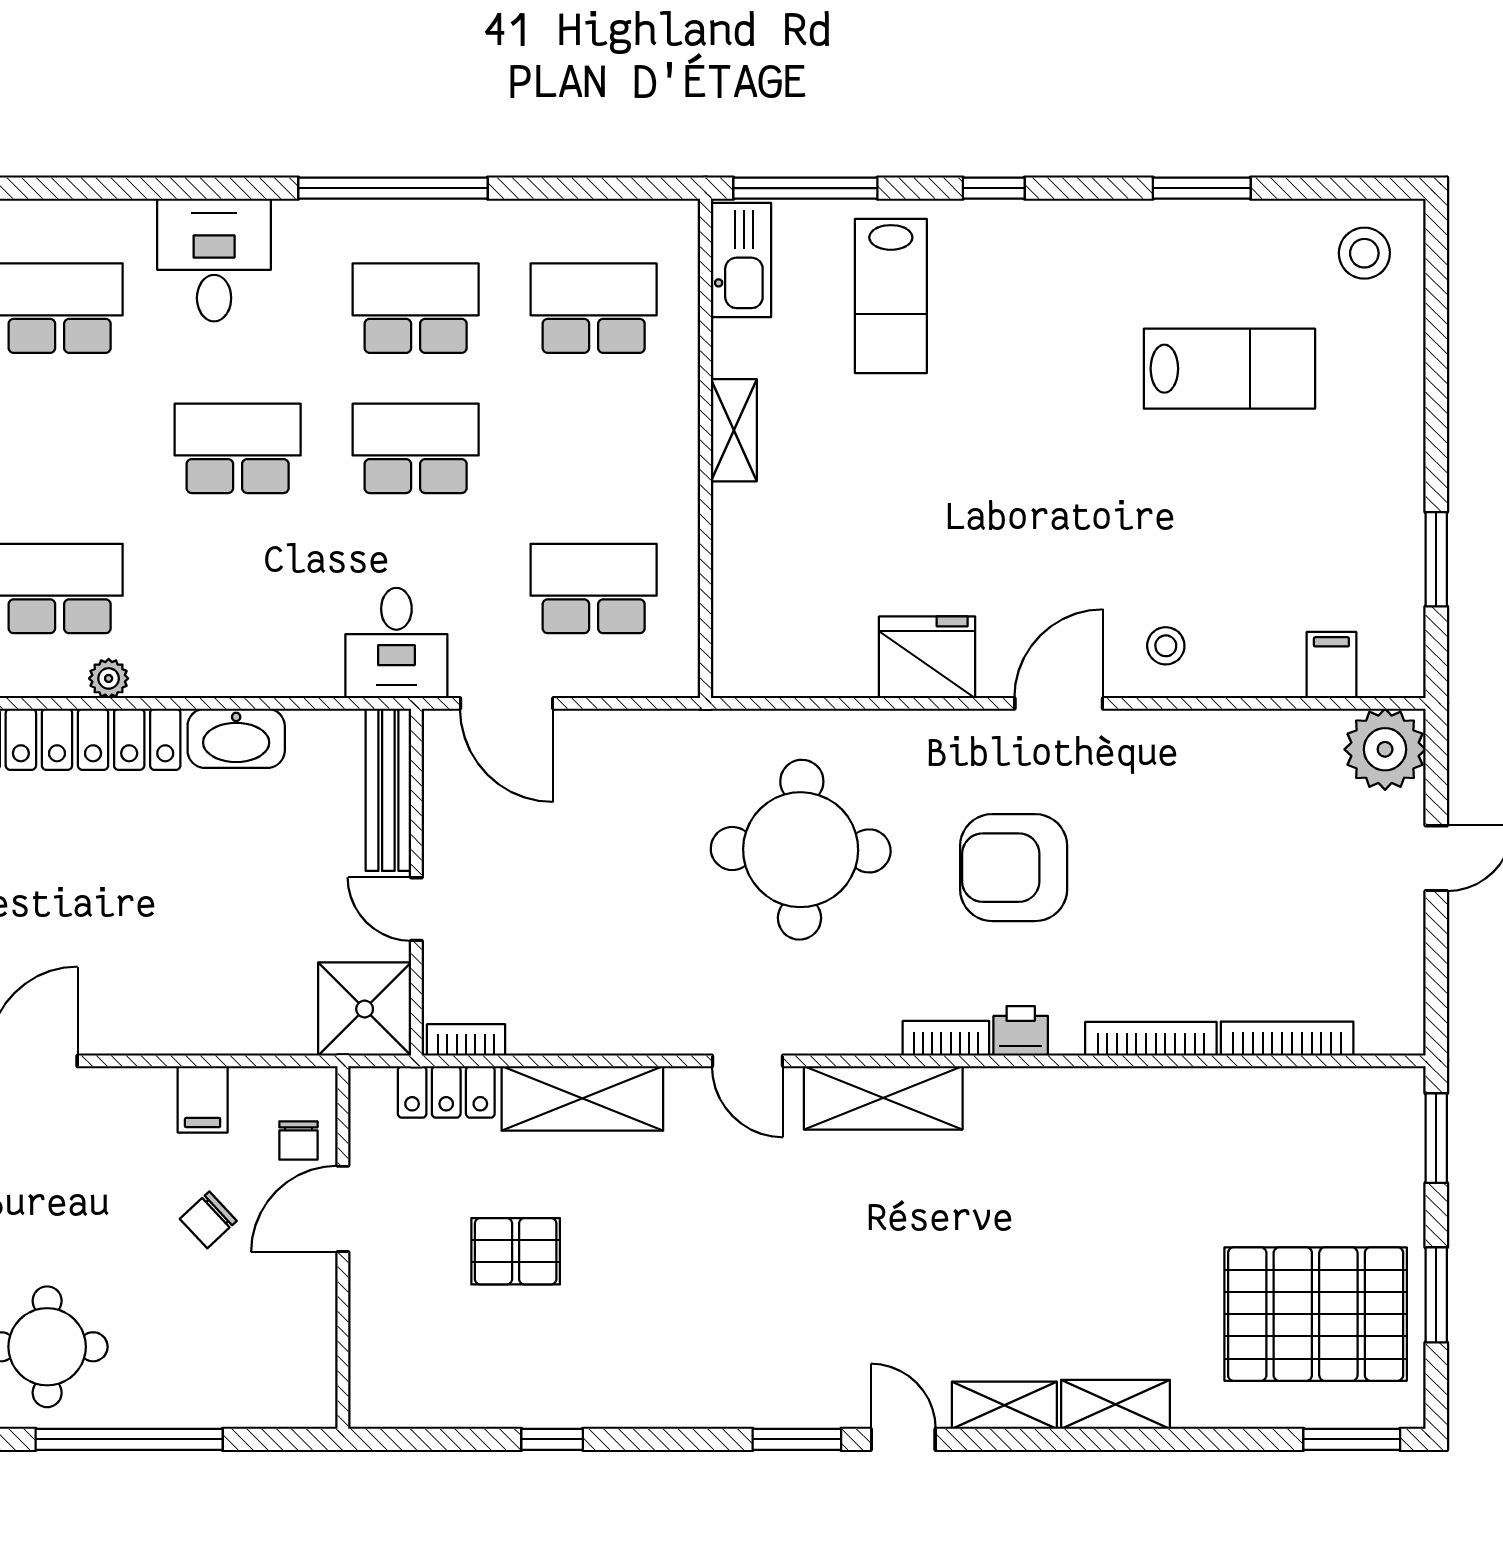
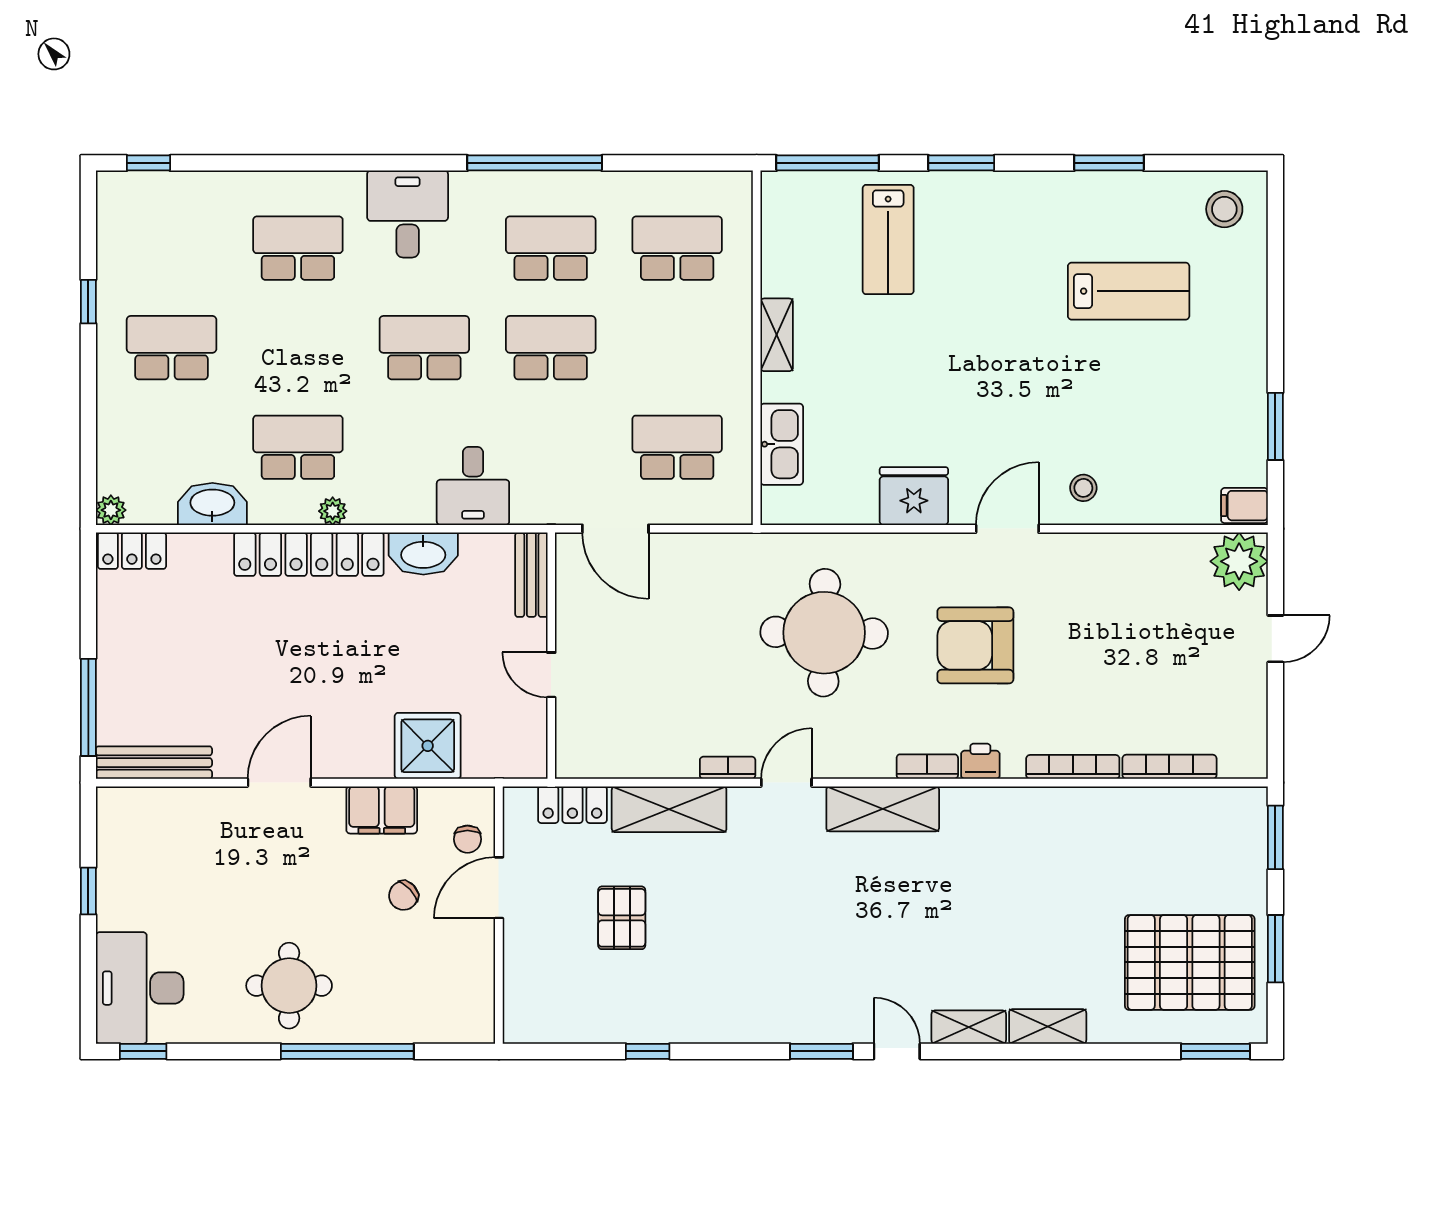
window: (994, 188) -> (961, 163), width x1.50
kitchen sink: (741, 260) -> (782, 444), moved
desk: (396, 643) -> (473, 486), moved
filing cabinet: (1331, 665) -> (1244, 506), moved, turned -90
bench: (388, 790) -> (531, 575), width x0.73
shower: (365, 1009) -> (428, 746), moved
bookcase: (466, 1040) -> (728, 768), moved
door: (748, 1061) -> (786, 783), swing flipped
filing cabinet: (203, 1099) -> (382, 810), width x2.00
pallet: (516, 1251) -> (622, 918), turned 90

